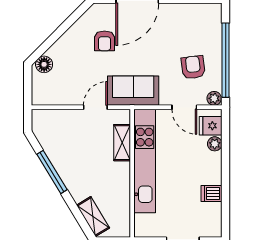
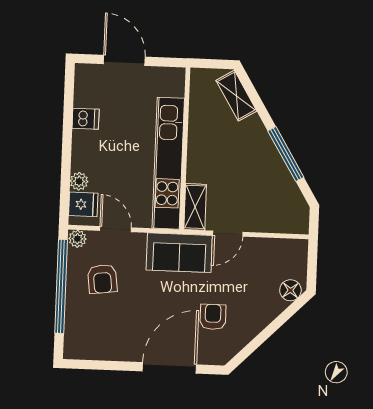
shelving: (122, 143) -> (195, 207), moved

